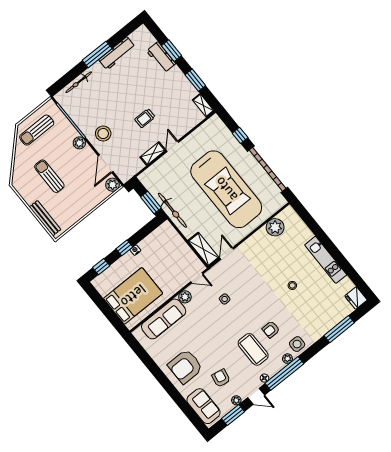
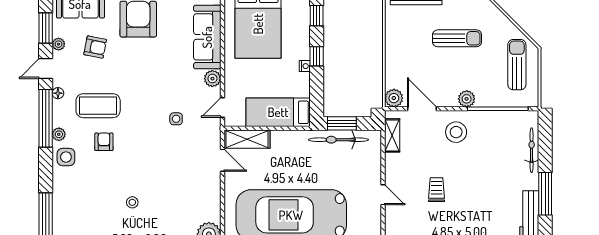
shelving: (153, 154) -> (392, 135), moved
bicycle: (172, 210) -> (338, 140), moved
bed: (174, 244) -> (278, 112), added

